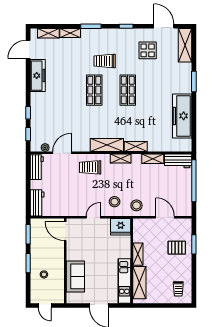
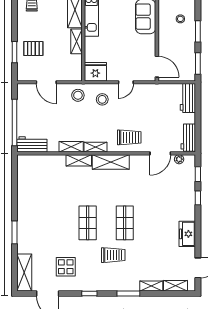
freezer: (38, 76) -> (187, 234), width x0.71
freezer: (182, 116) -> (27, 194), removed
shelving: (153, 159) -> (71, 147), moved

